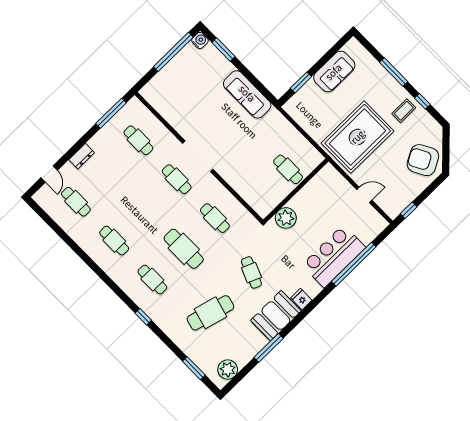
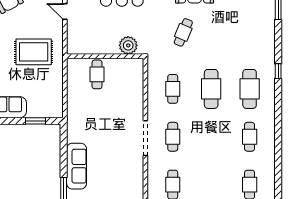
sofa: (247, 94) -> (77, 166), moved
rug: (358, 137) -> (34, 52), width x0.73, depth x0.69
cafe table: (152, 279) -> (250, 89), width x1.37, depth x1.35
cafe table: (210, 313) -> (234, 32), removed

